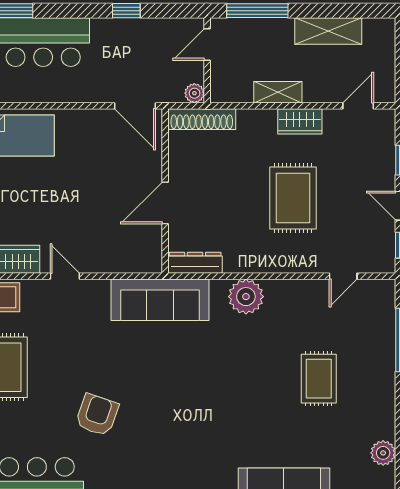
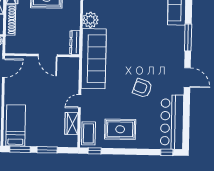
shoe rack: (202, 119) -> (10, 20), moved
sofa: (160, 300) -> (94, 59), width x1.36, depth x1.27

